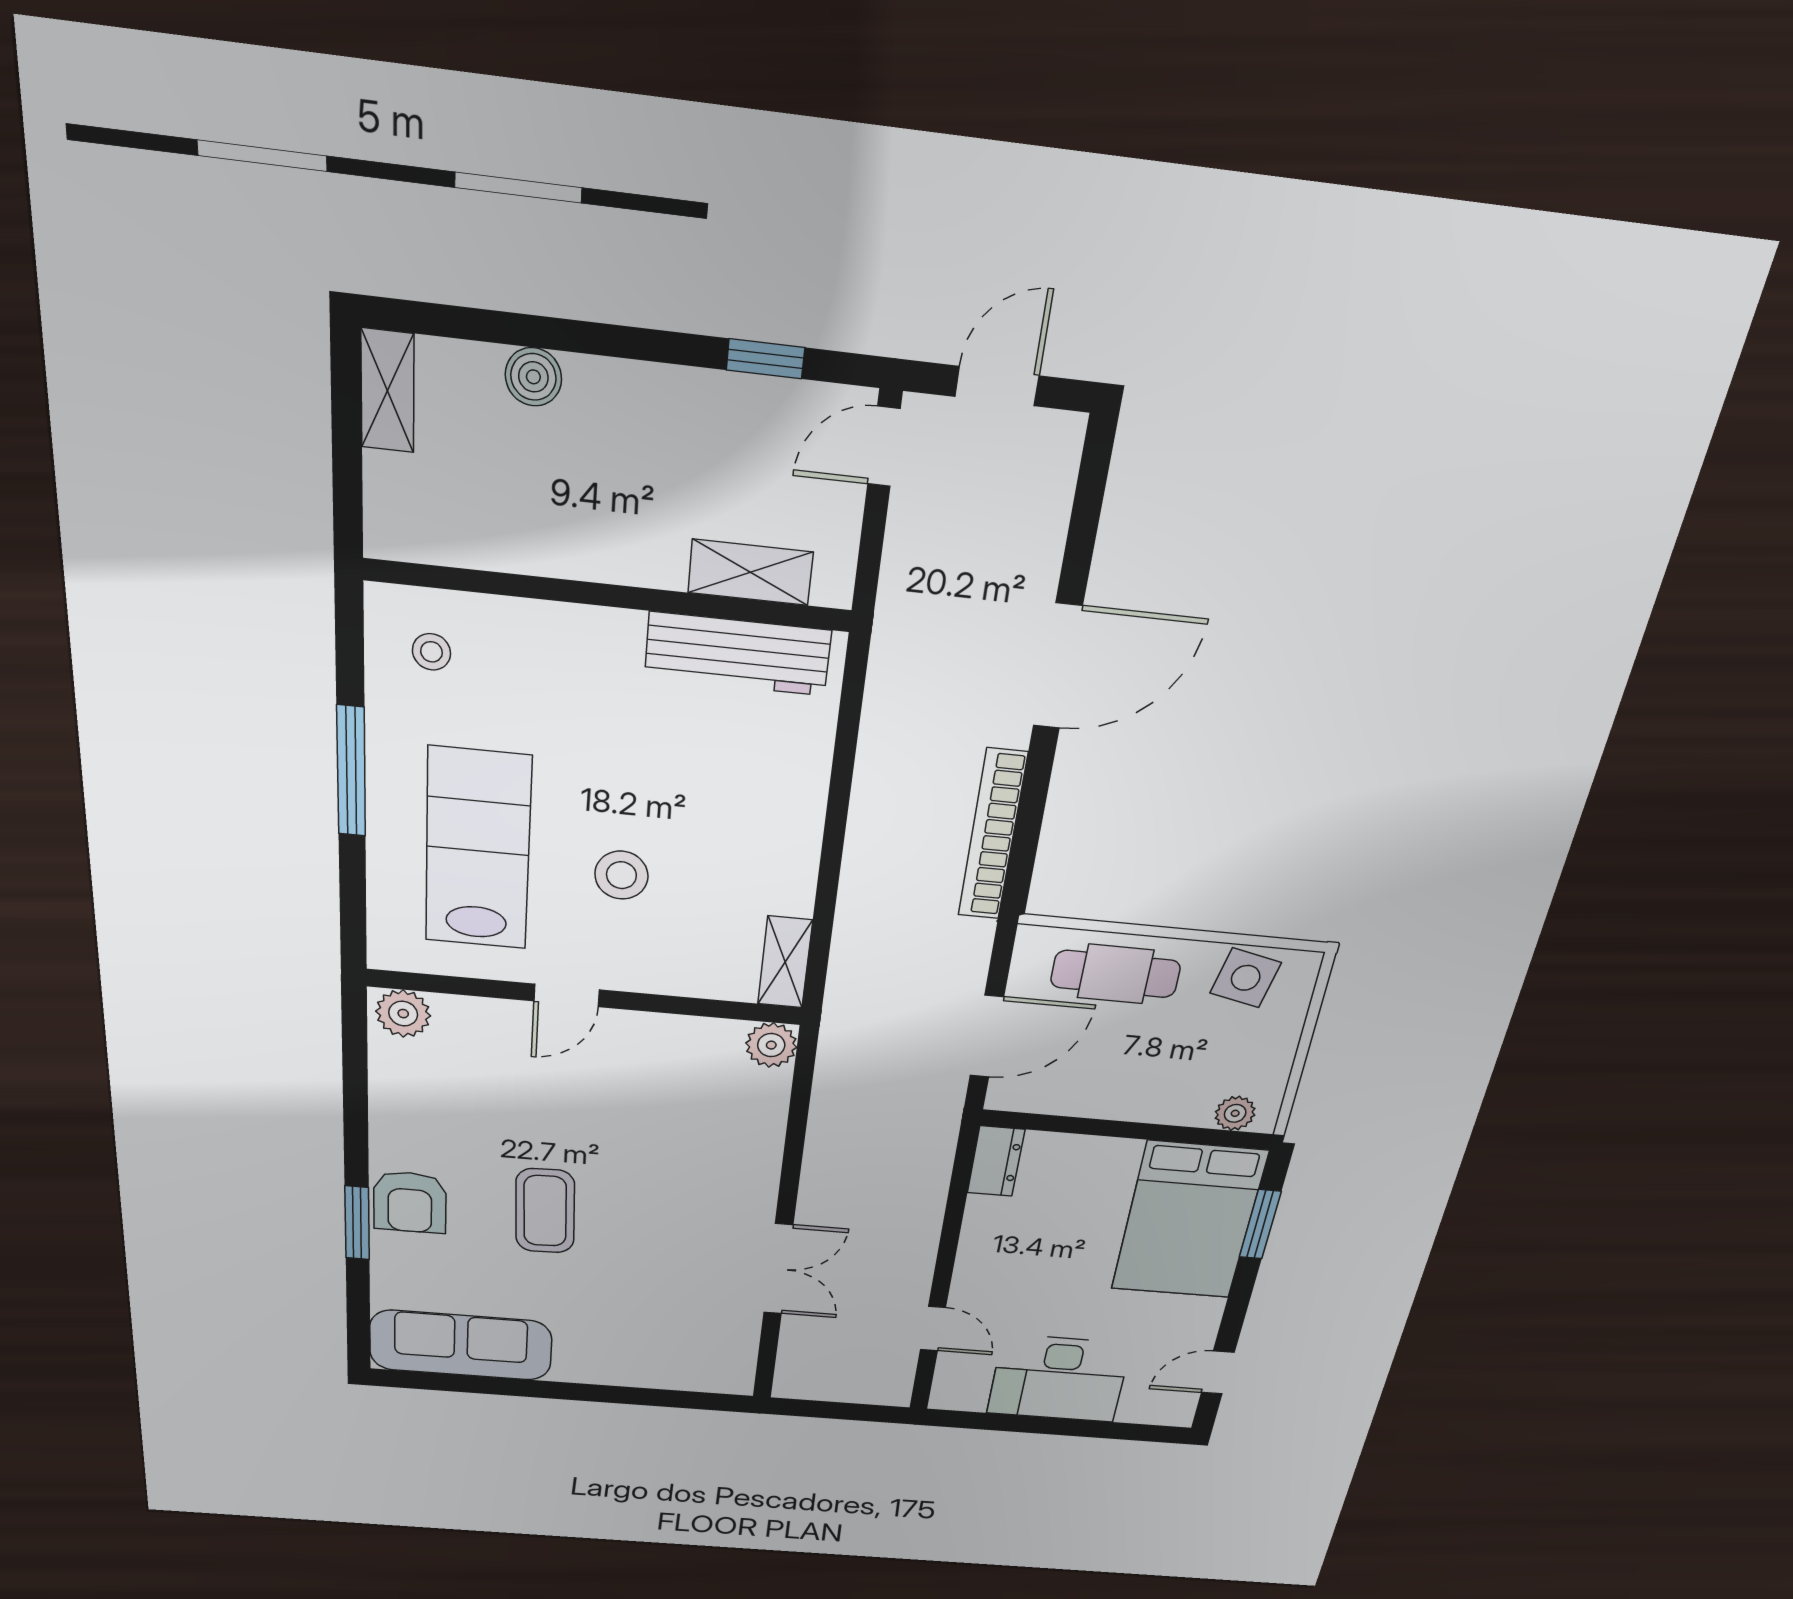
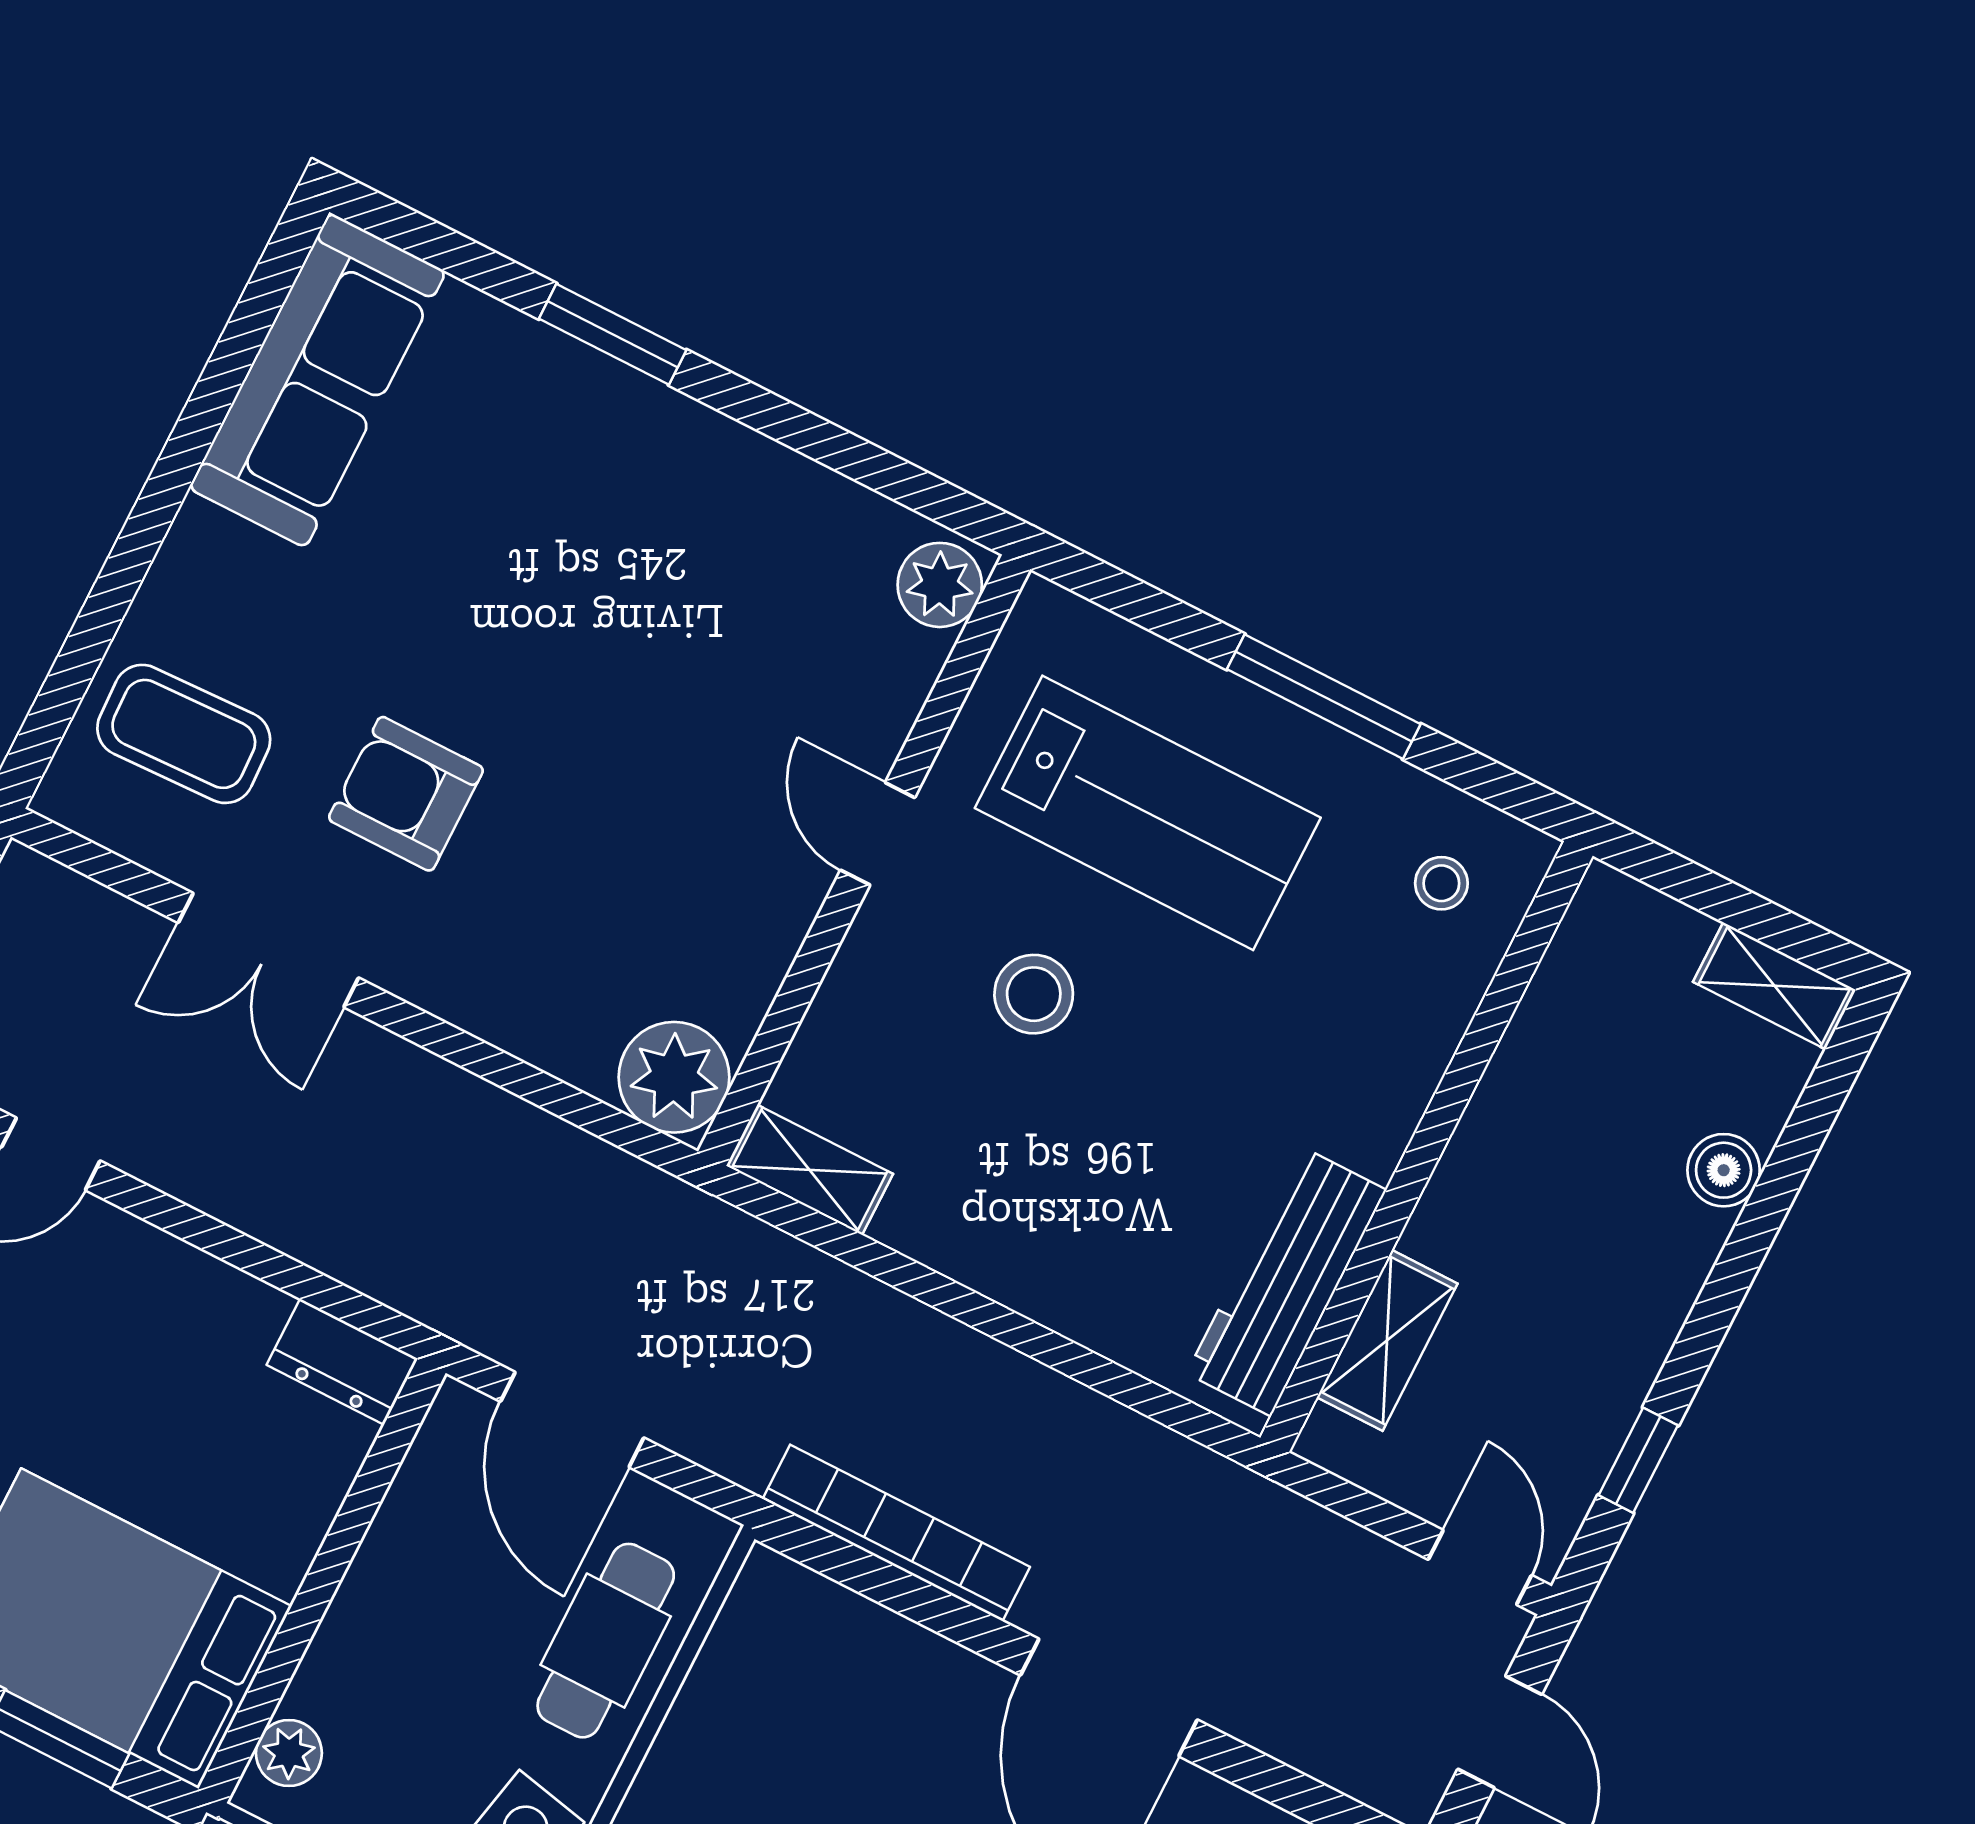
plant: (771, 1045) -> (674, 1077), width x1.36, depth x1.36
armchair: (410, 1202) -> (406, 794), moved
coffee table: (545, 1211) -> (184, 734), moved

